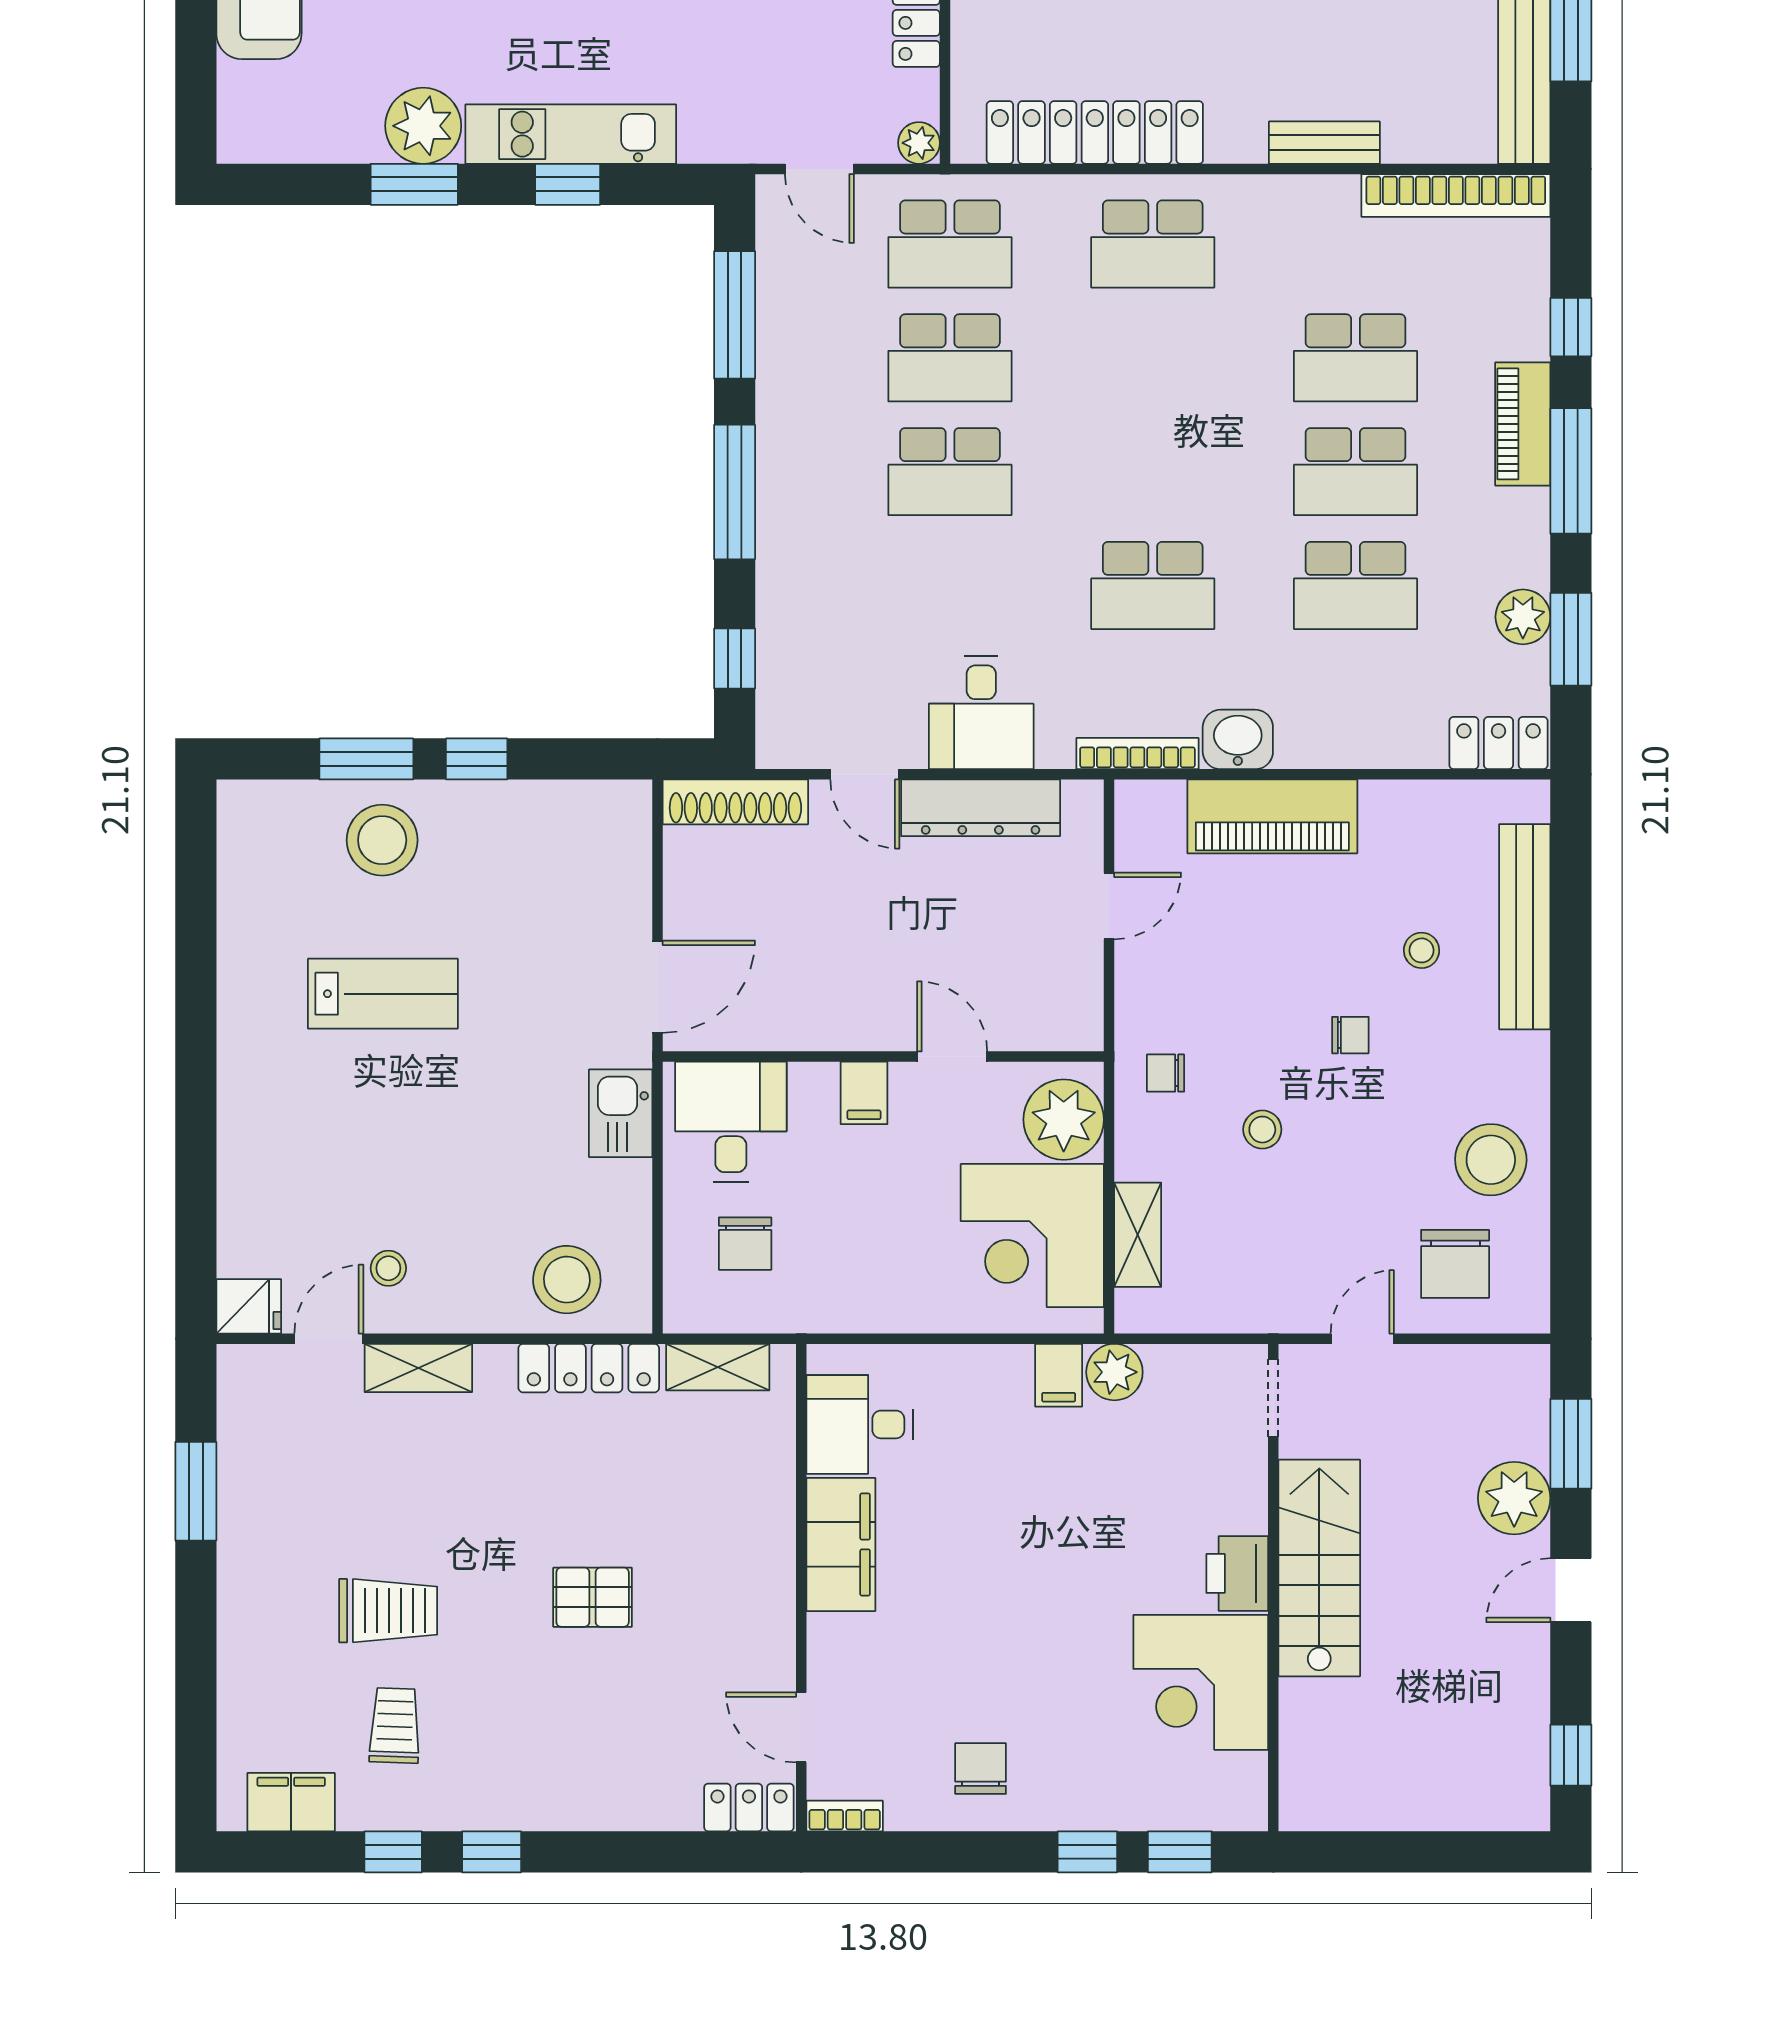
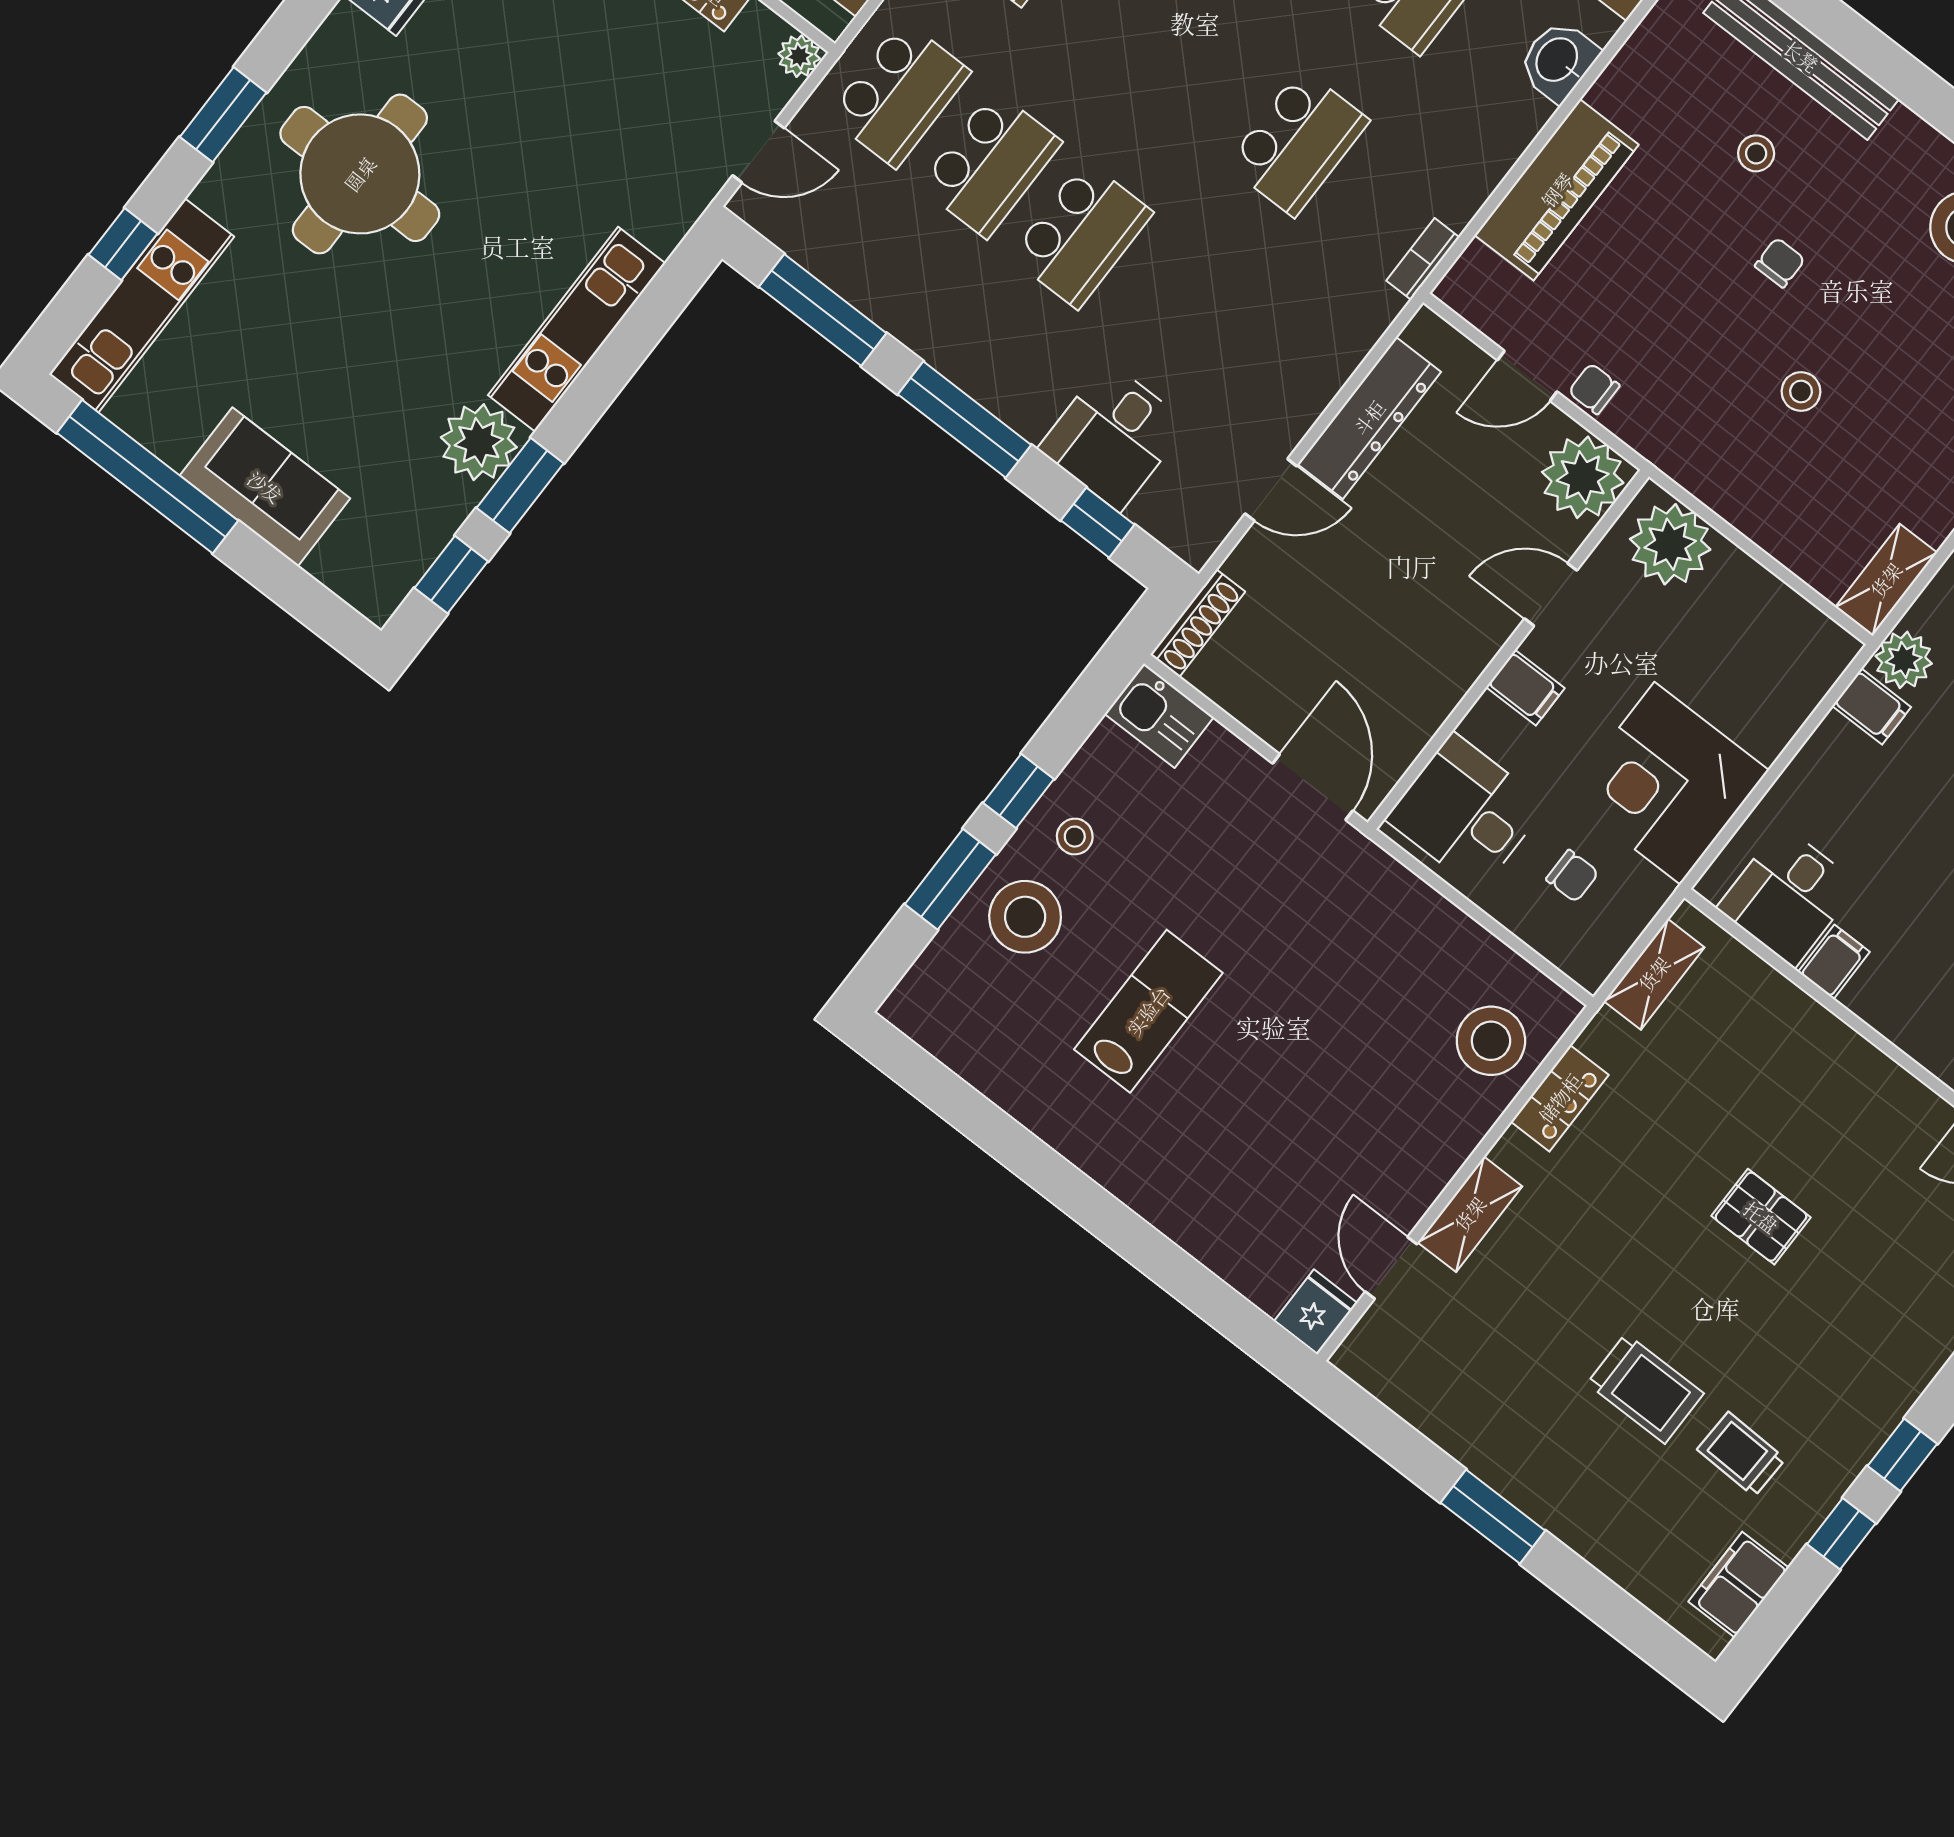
window: (568, 184) -> (451, 575), moved
desk: (981, 713) -> (1113, 436), moved, turned 90
washbasin: (1238, 739) -> (1558, 61), moved
bookcase: (1137, 754) -> (1423, 259), width x0.64
shoe rack: (735, 802) -> (1198, 623), width x0.74, depth x0.81
door: (1109, 906) -> (1527, 376), swing flipped
plant: (1063, 1011) -> (1583, 477), added
chair: (1166, 1073) -> (1594, 389), moved, turned 90
kitchen sink: (621, 1113) -> (1159, 716), moved
shelving: (1138, 1235) -> (1886, 580), moved, turned 90
corner desk: (1032, 1236) -> (1668, 783), moved, turned 90
chair: (745, 1244) -> (1572, 876), width x0.73, depth x0.73
stool: (388, 1268) -> (1075, 837), moved
locker: (589, 1368) -> (1560, 1098), width x0.66
window: (196, 1491) -> (1493, 1517), moved
filing cabinet: (841, 1545) -> (1834, 962), width x0.33, depth x0.86
pallet: (593, 1597) -> (1761, 1217), turned 90
trolley: (388, 1611) -> (1645, 1389), turned 90

